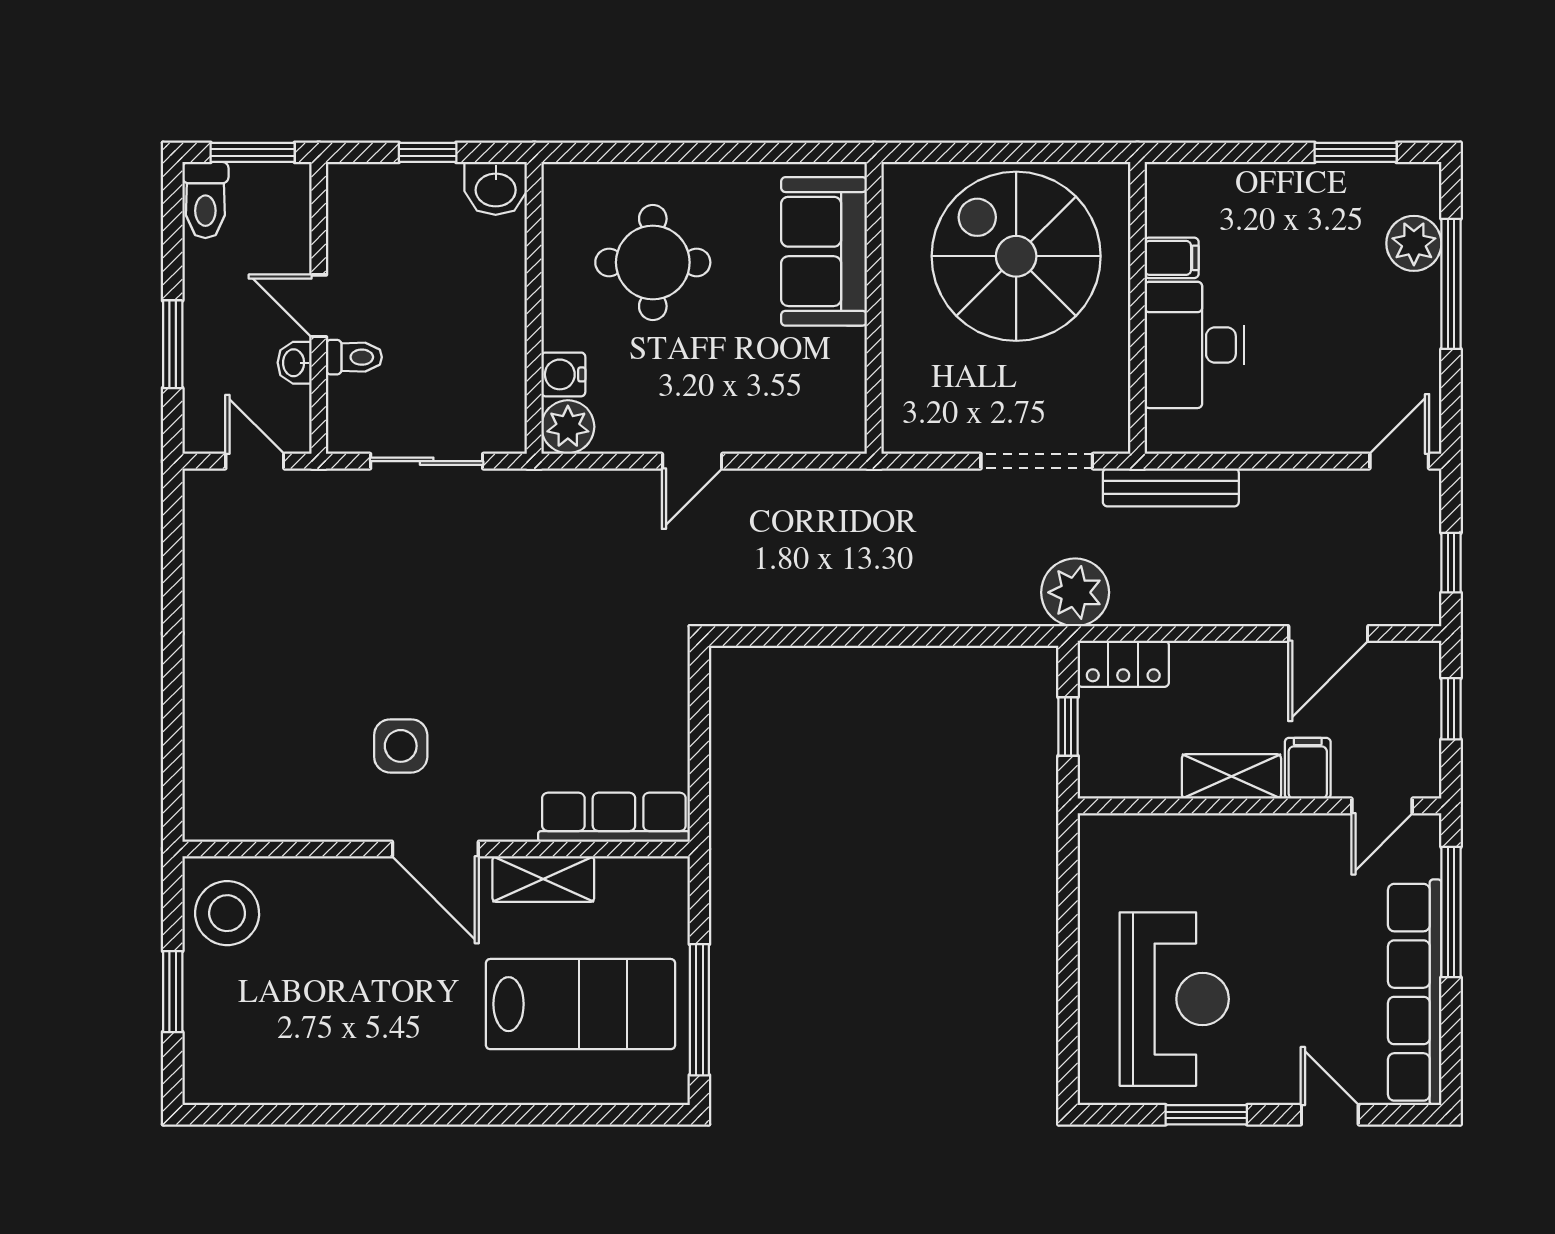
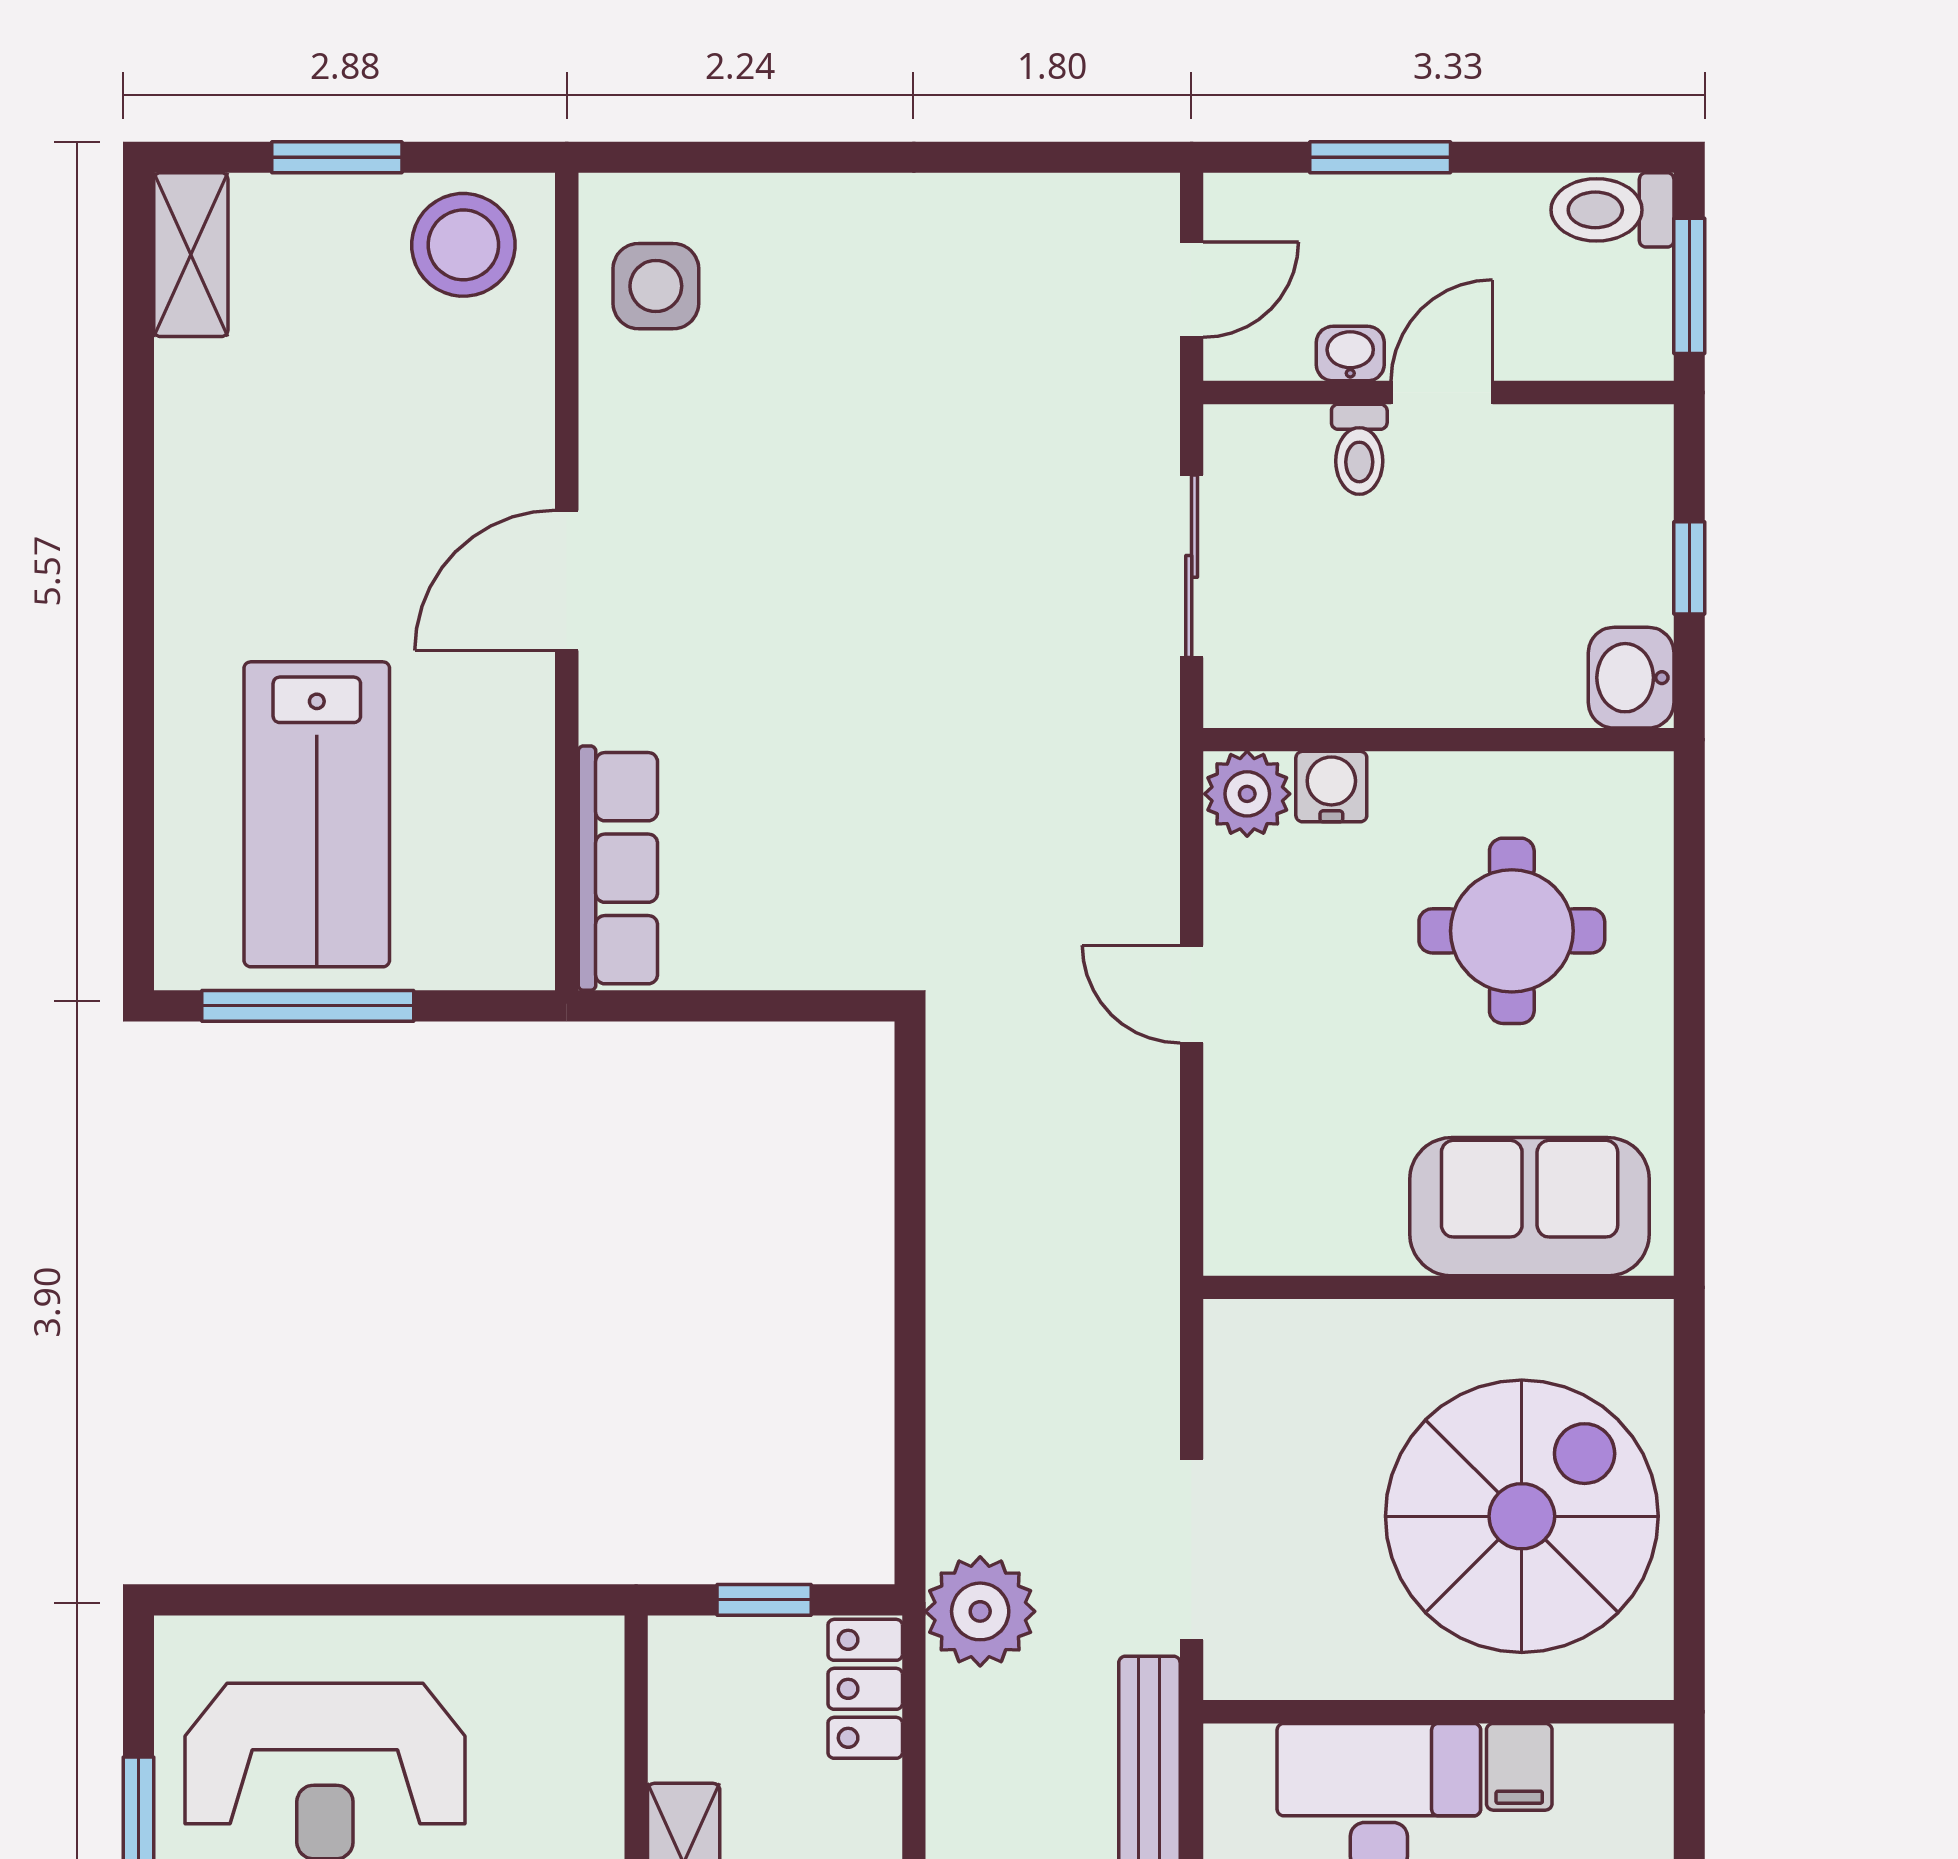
side table: (401, 746) -> (656, 286), moved
shelving: (543, 879) -> (191, 255), moved

